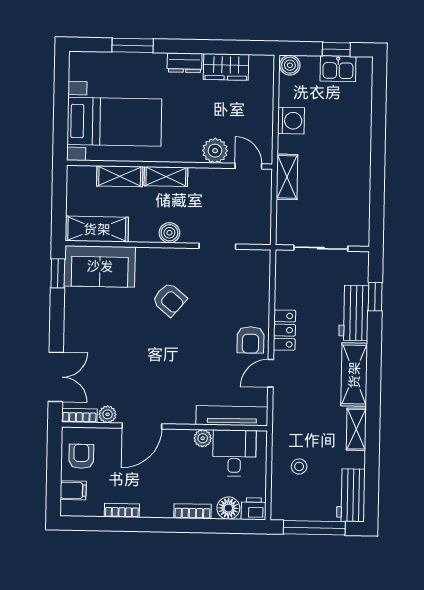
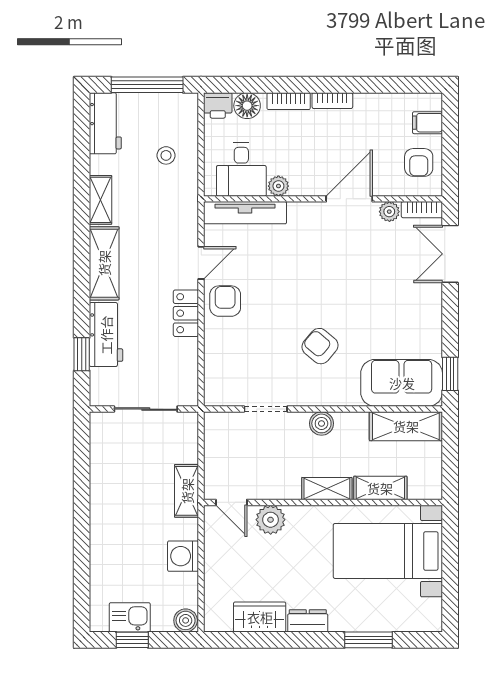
bookcase: (122, 510) -> (332, 101), moved

